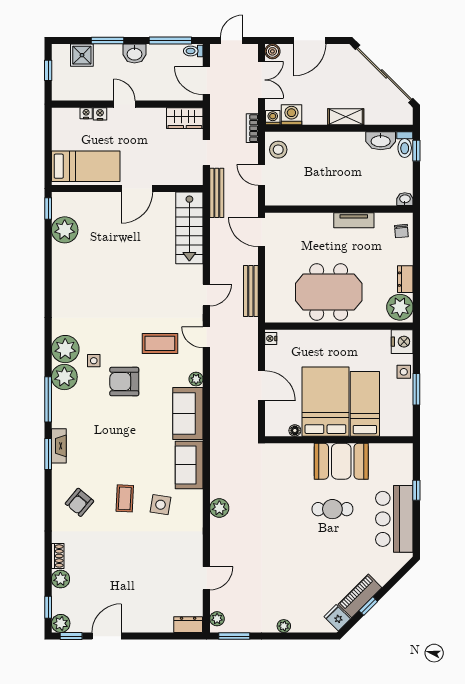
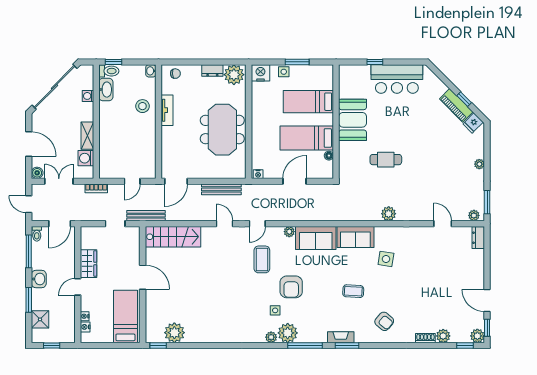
nightstand: (100, 114) -> (85, 327), moved
shelving: (346, 117) -> (87, 136), moved
wardrobe: (185, 118) -> (88, 264), moved
washing machine: (273, 118) -> (88, 96), moved
stool: (278, 150) -> (142, 106), moved
plant: (65, 349) -> (271, 337), width x0.53, depth x0.53
bed: (325, 402) -> (307, 138), width x0.67
coffee table: (125, 498) -> (353, 291), moved
cafe table: (332, 509) -> (386, 160), moved, turned 90

